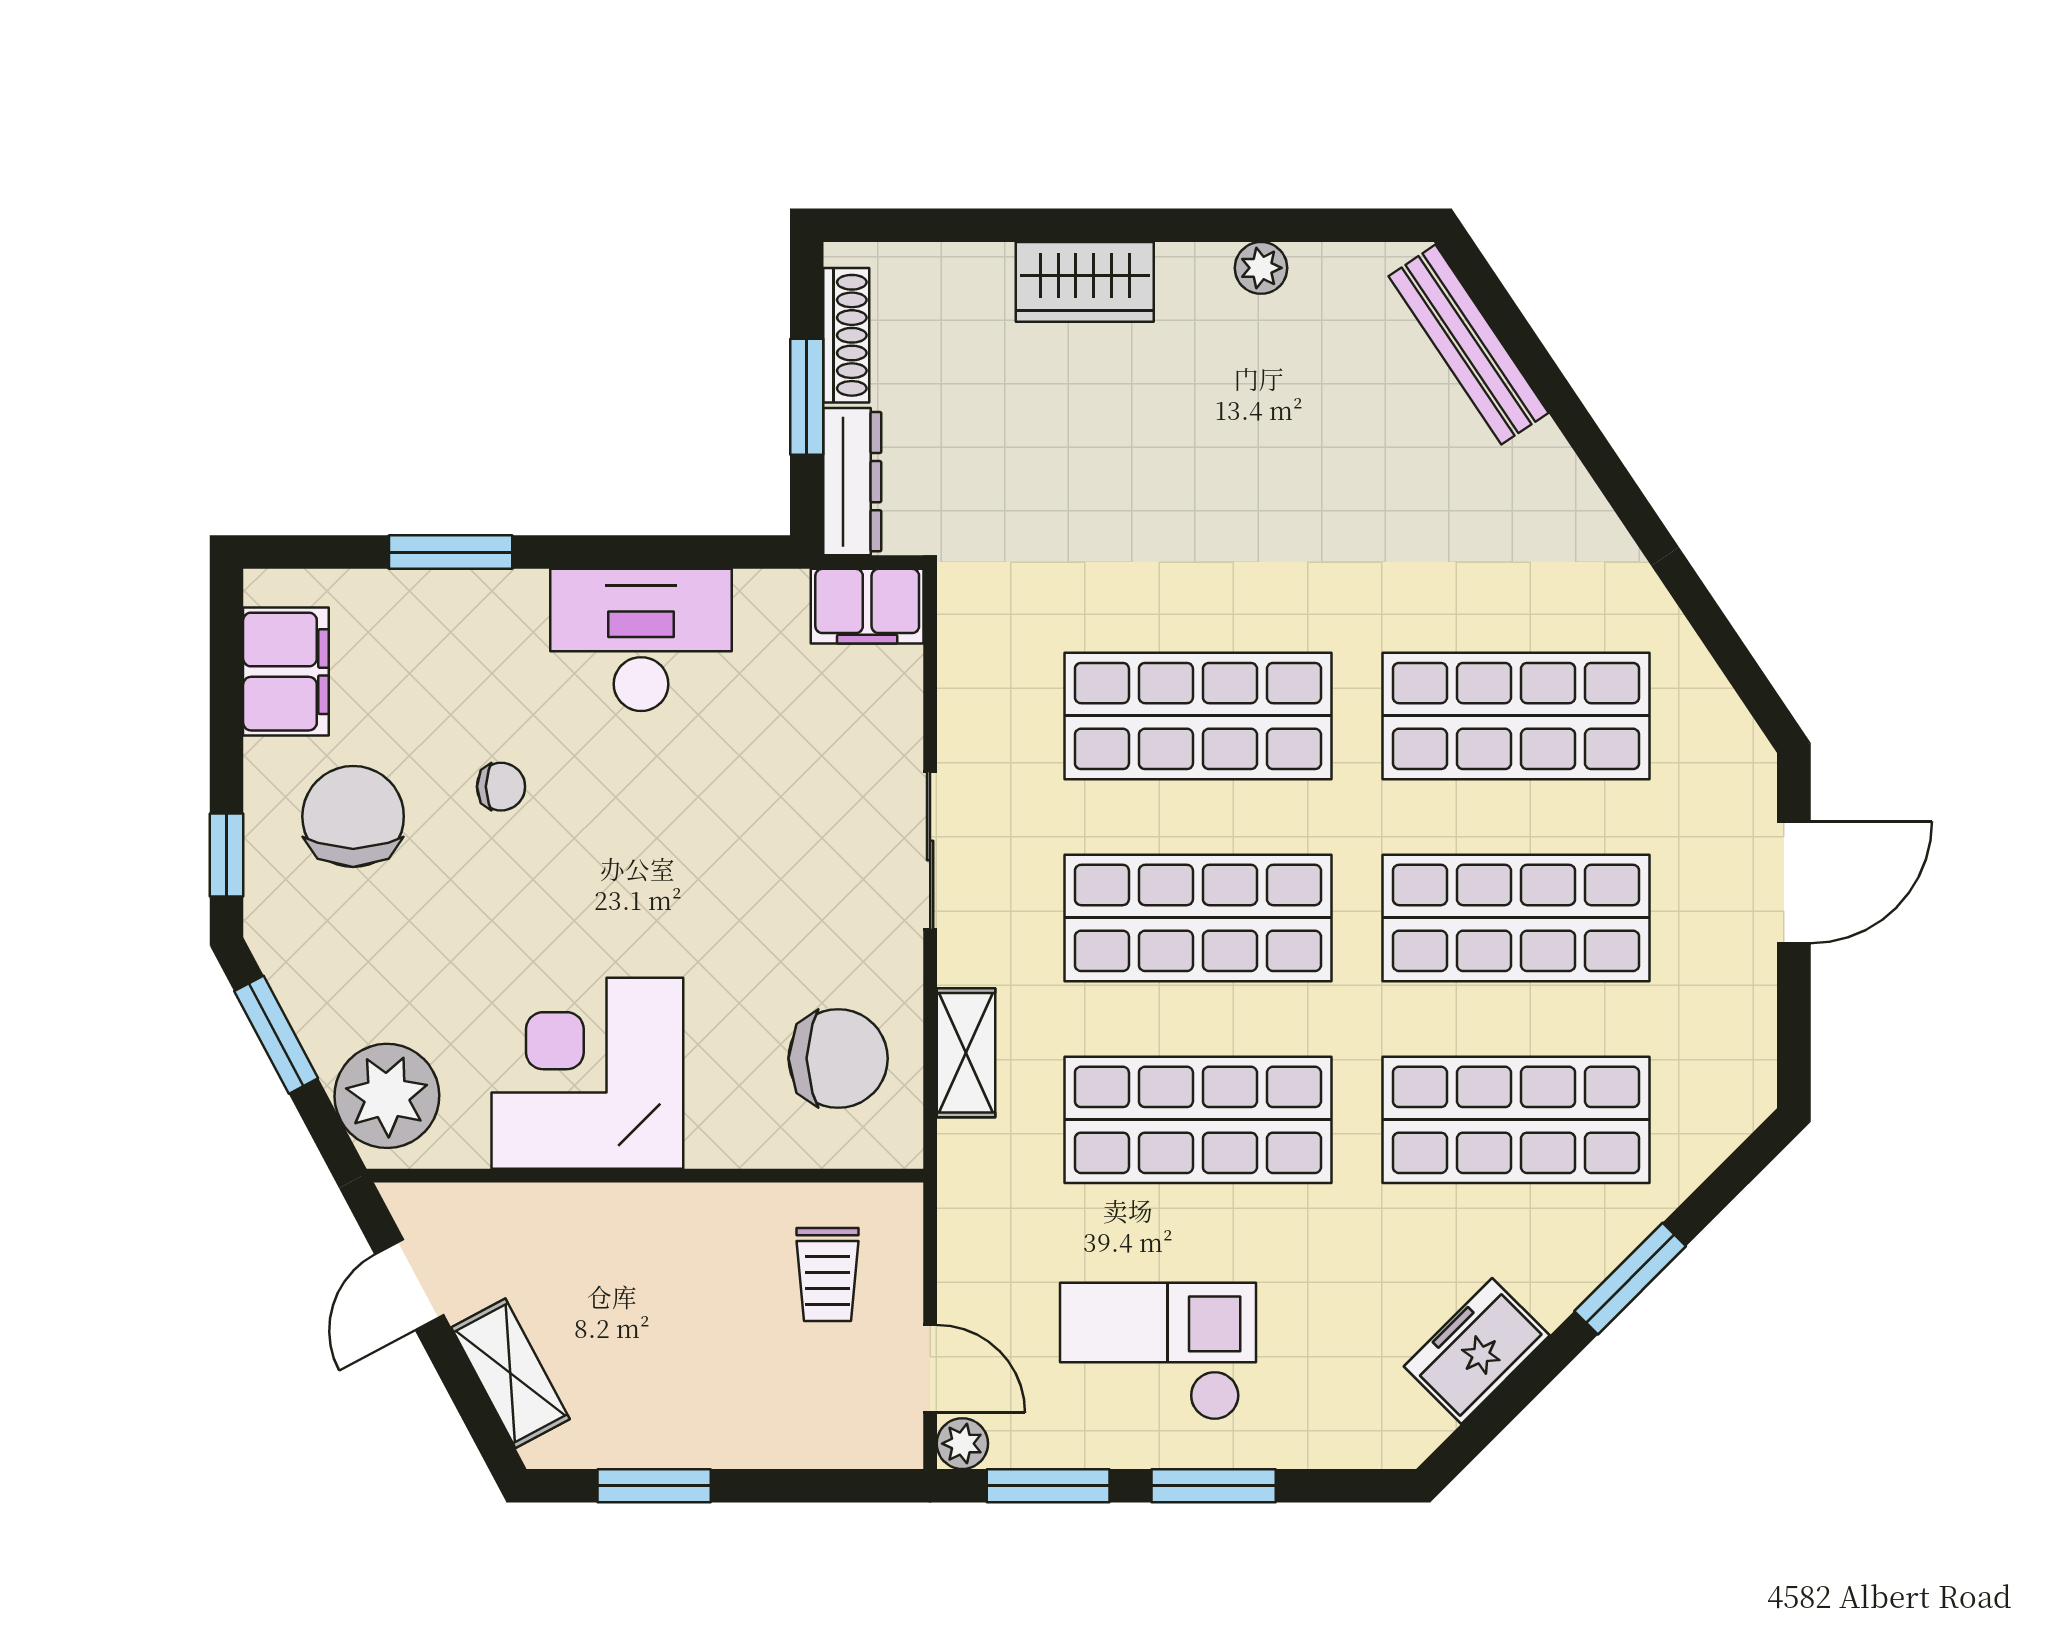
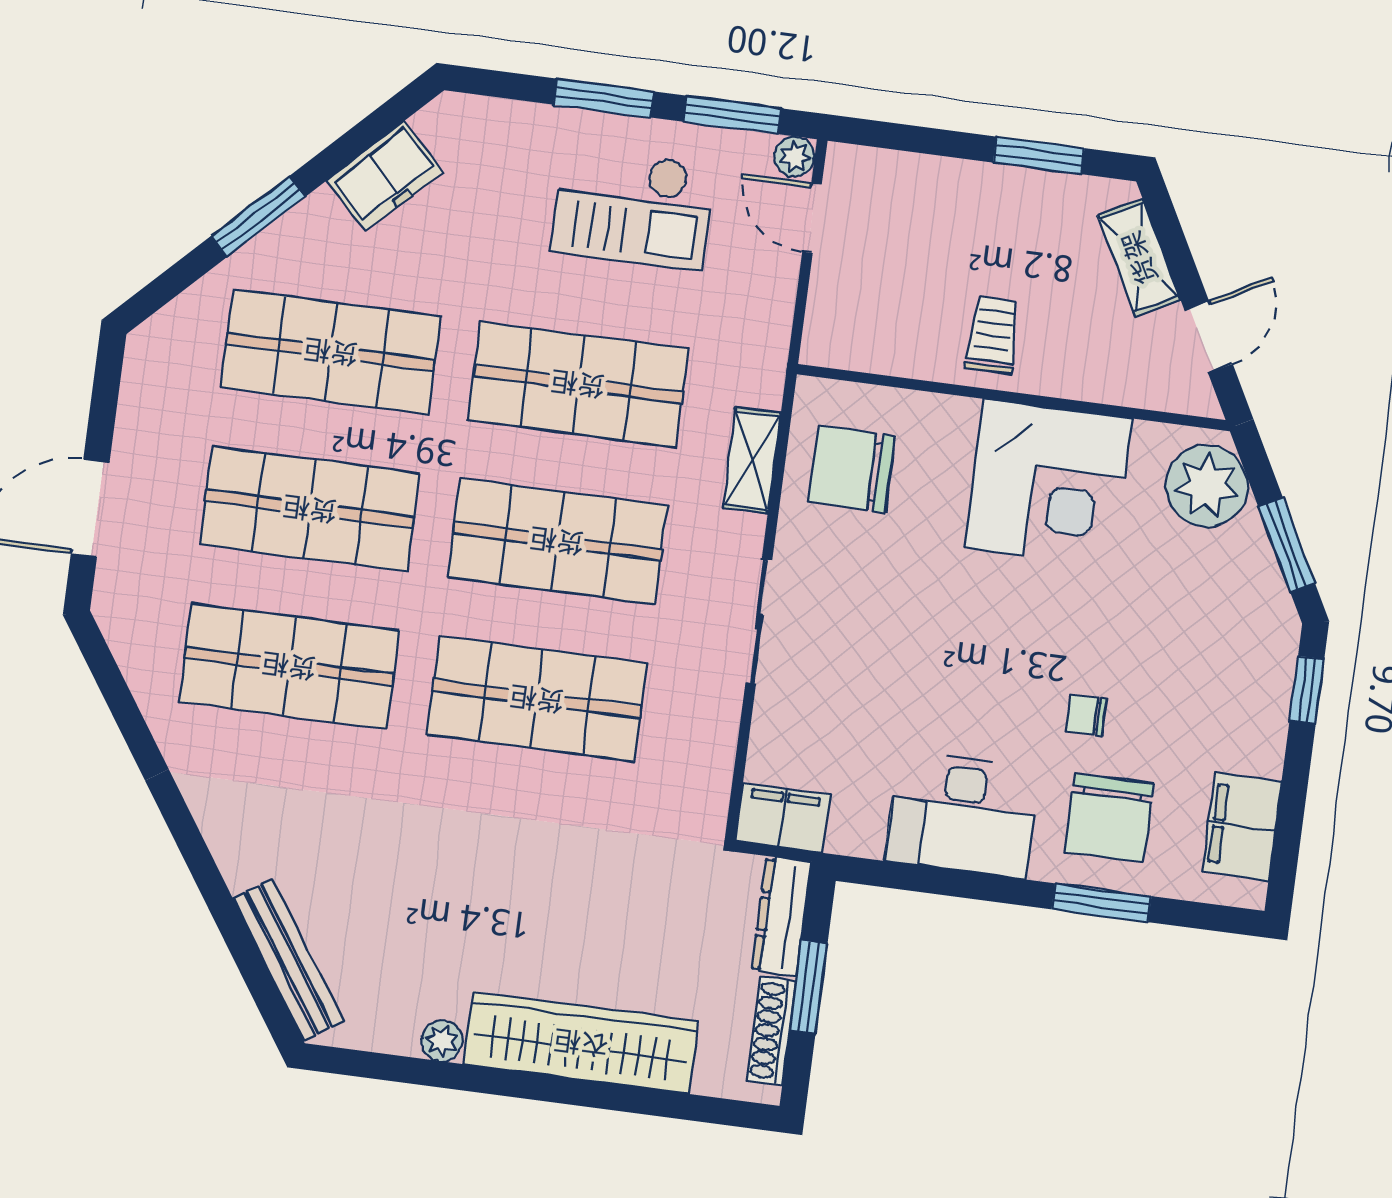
wardrobe: (1085, 282) -> (581, 1043), width x2.10, depth x1.17
chair: (353, 816) -> (1109, 818), moved
trolley: (827, 1274) -> (993, 335), moved

